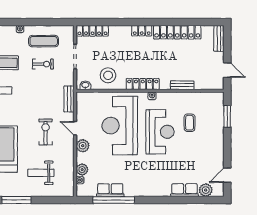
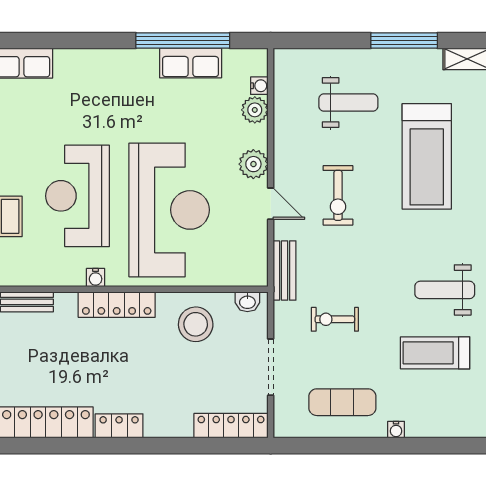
exercise bike: (43, 64) -> (335, 319), moved

